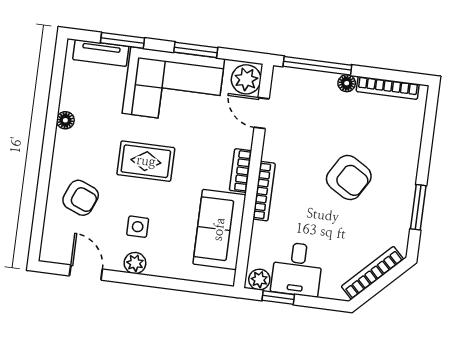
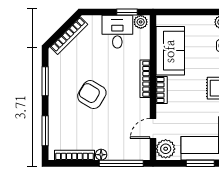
door: (262, 113) -> (153, 129), swing flipped
window: (428, 131) -> (45, 131), added

